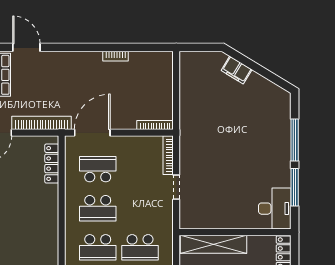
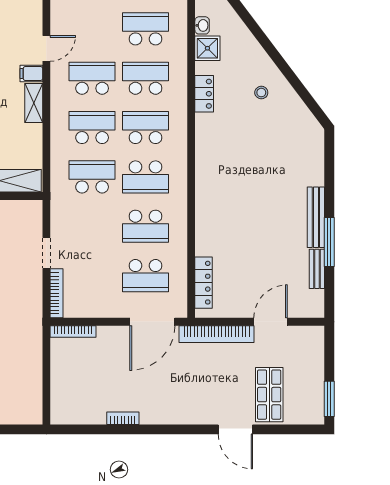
school desk: (98, 208) -> (145, 226), turned 180
school desk: (98, 247) -> (145, 177), turned 180

